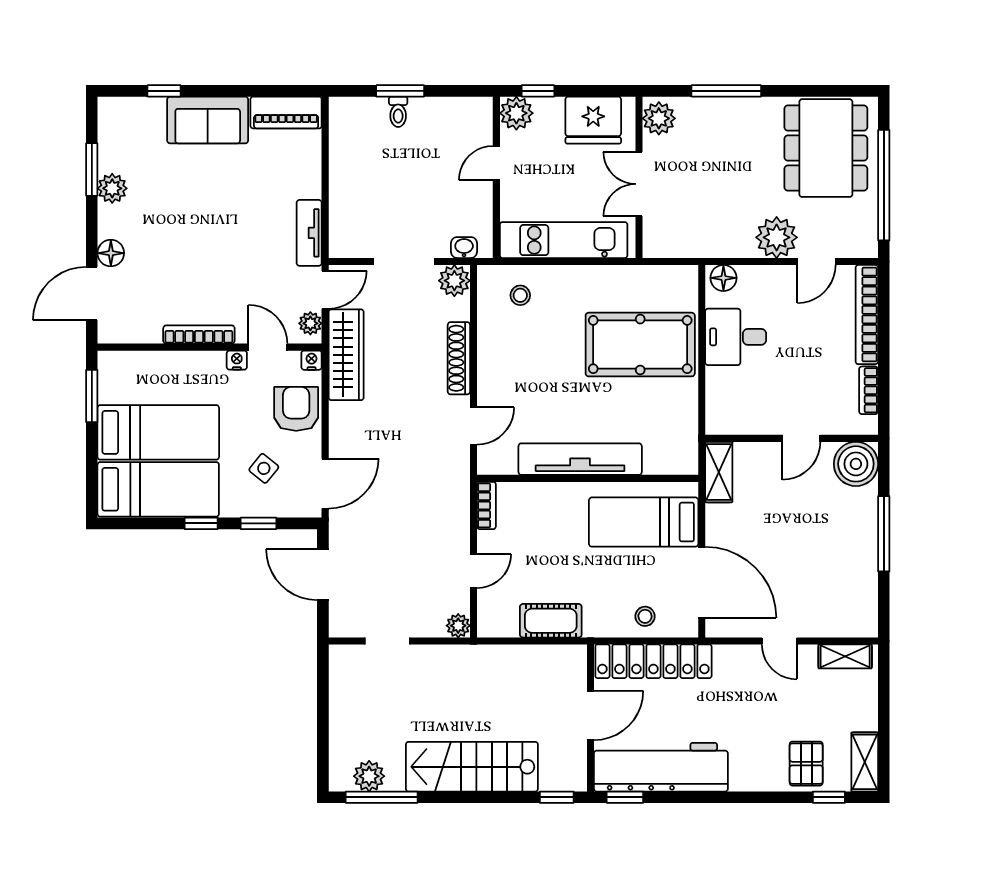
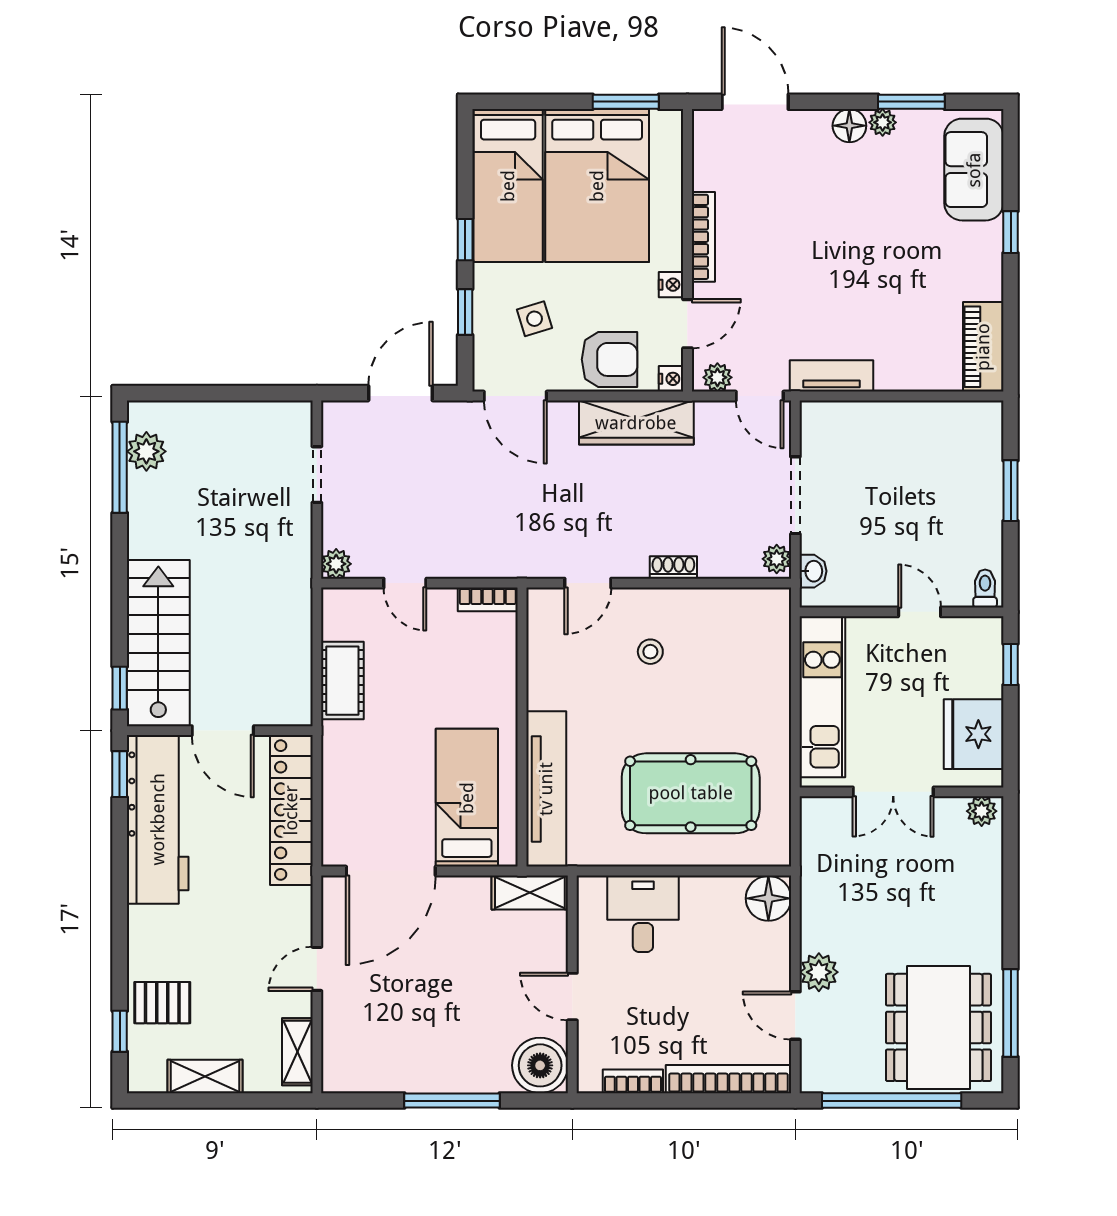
window: (164, 91) -> (1011, 232), moved
window: (726, 91) -> (1011, 1013), moved
toilet: (398, 112) -> (985, 588), moved, turned 90
plant: (516, 113) -> (982, 637), removed
plant: (659, 118) -> (982, 811), width x0.73, depth x0.73
sofa: (208, 120) -> (974, 170), moved
dining table: (826, 148) -> (938, 1027), turned 90
double door: (639, 184) -> (893, 792), swing flipped
plant: (112, 188) -> (883, 122), width x0.73, depth x0.73
plant: (777, 237) -> (819, 972), width x0.73, depth x0.73
floor lamp: (111, 253) -> (849, 126), moved
floor lamp: (723, 278) -> (768, 898), width x1.38, depth x1.38
plant: (454, 281) -> (777, 559), width x0.73, depth x0.73
stool: (520, 295) -> (650, 652), moved
desk: (736, 337) -> (643, 914), moved
pool table: (640, 345) -> (691, 793), turned 90
wardrobe: (346, 355) -> (636, 423), moved
shoe rack: (459, 358) -> (673, 567), width x0.51, depth x0.81
door: (474, 426) -> (588, 583), hinge flipped
bed: (158, 432) -> (597, 186), width x1.50
tv unit: (580, 459) -> (546, 789), moved
side table: (264, 468) -> (535, 319), turned 34
stool: (645, 616) -> (348, 799), removed
shelving: (865, 762) -> (205, 1077), moved
stairs: (472, 767) -> (158, 643), moved

